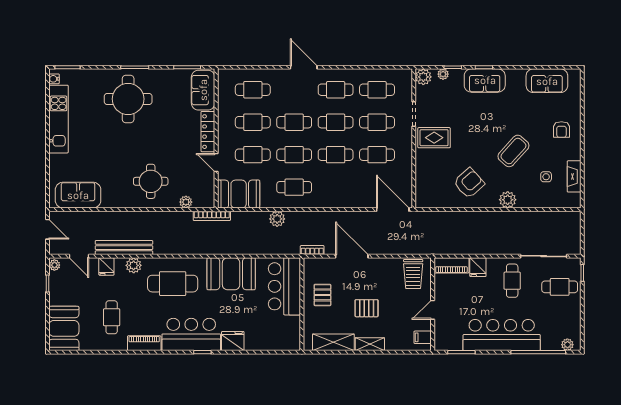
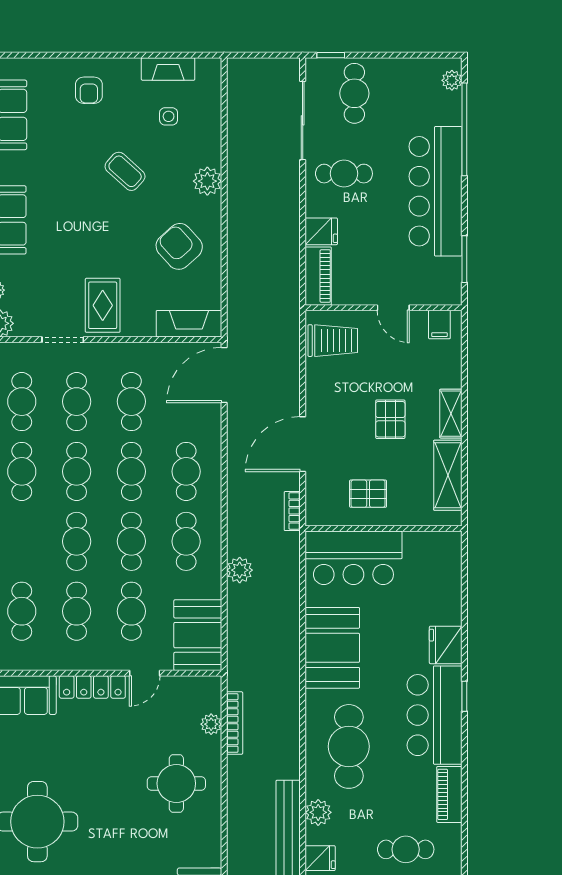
armchair: (561, 130) -> (89, 90), turned 90
coffee table: (513, 151) -> (125, 171), width x0.73, depth x0.77
cafe table: (336, 187) -> (186, 471), added
fireplace: (423, 189) -> (189, 324), added
bookcase: (212, 216) -> (235, 723), moved

